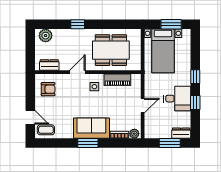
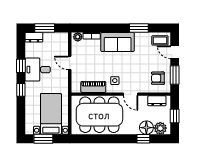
window: (78, 24) -> (143, 139), moved
floor lamp: (60, 36) -> (146, 128), added
window: (30, 49) -> (175, 116), added
dining table: (111, 50) -> (99, 115), width x1.36, depth x1.24
door: (77, 72) -> (131, 94), hinge flipped
window: (30, 93) -> (175, 75), added
door: (143, 106) -> (70, 63), hinge flipped
window: (88, 143) -> (139, 28), moved

